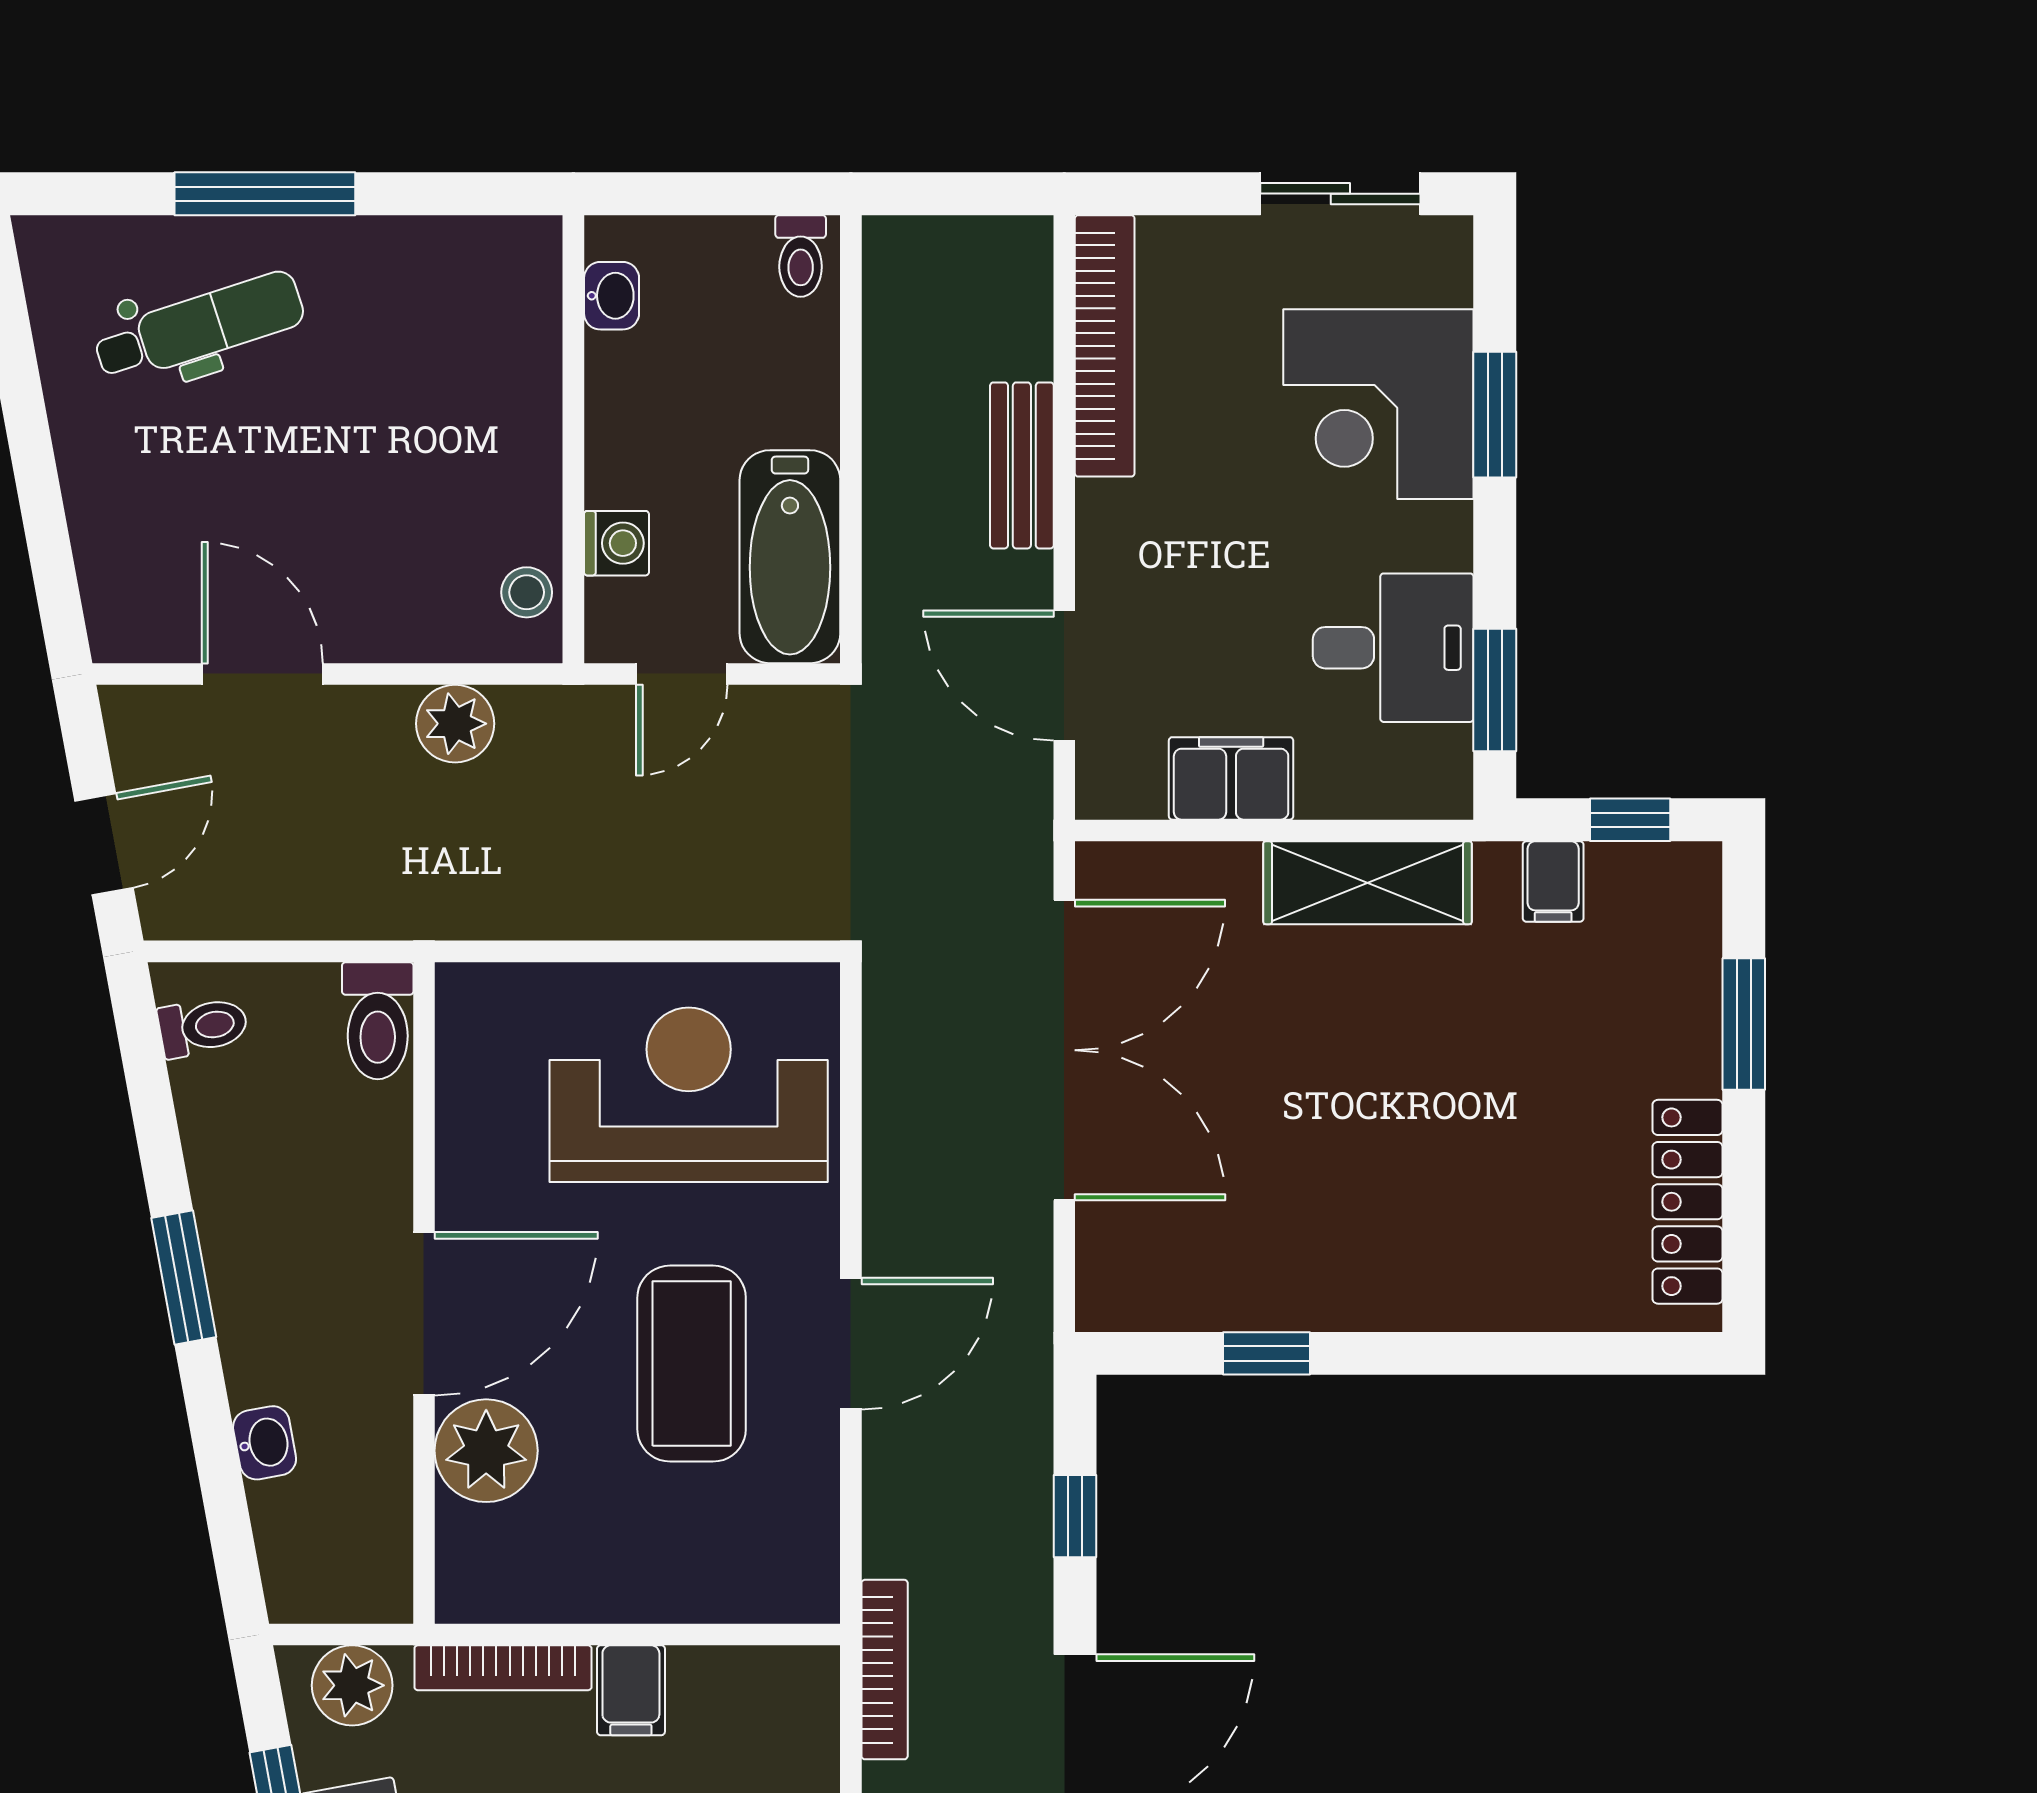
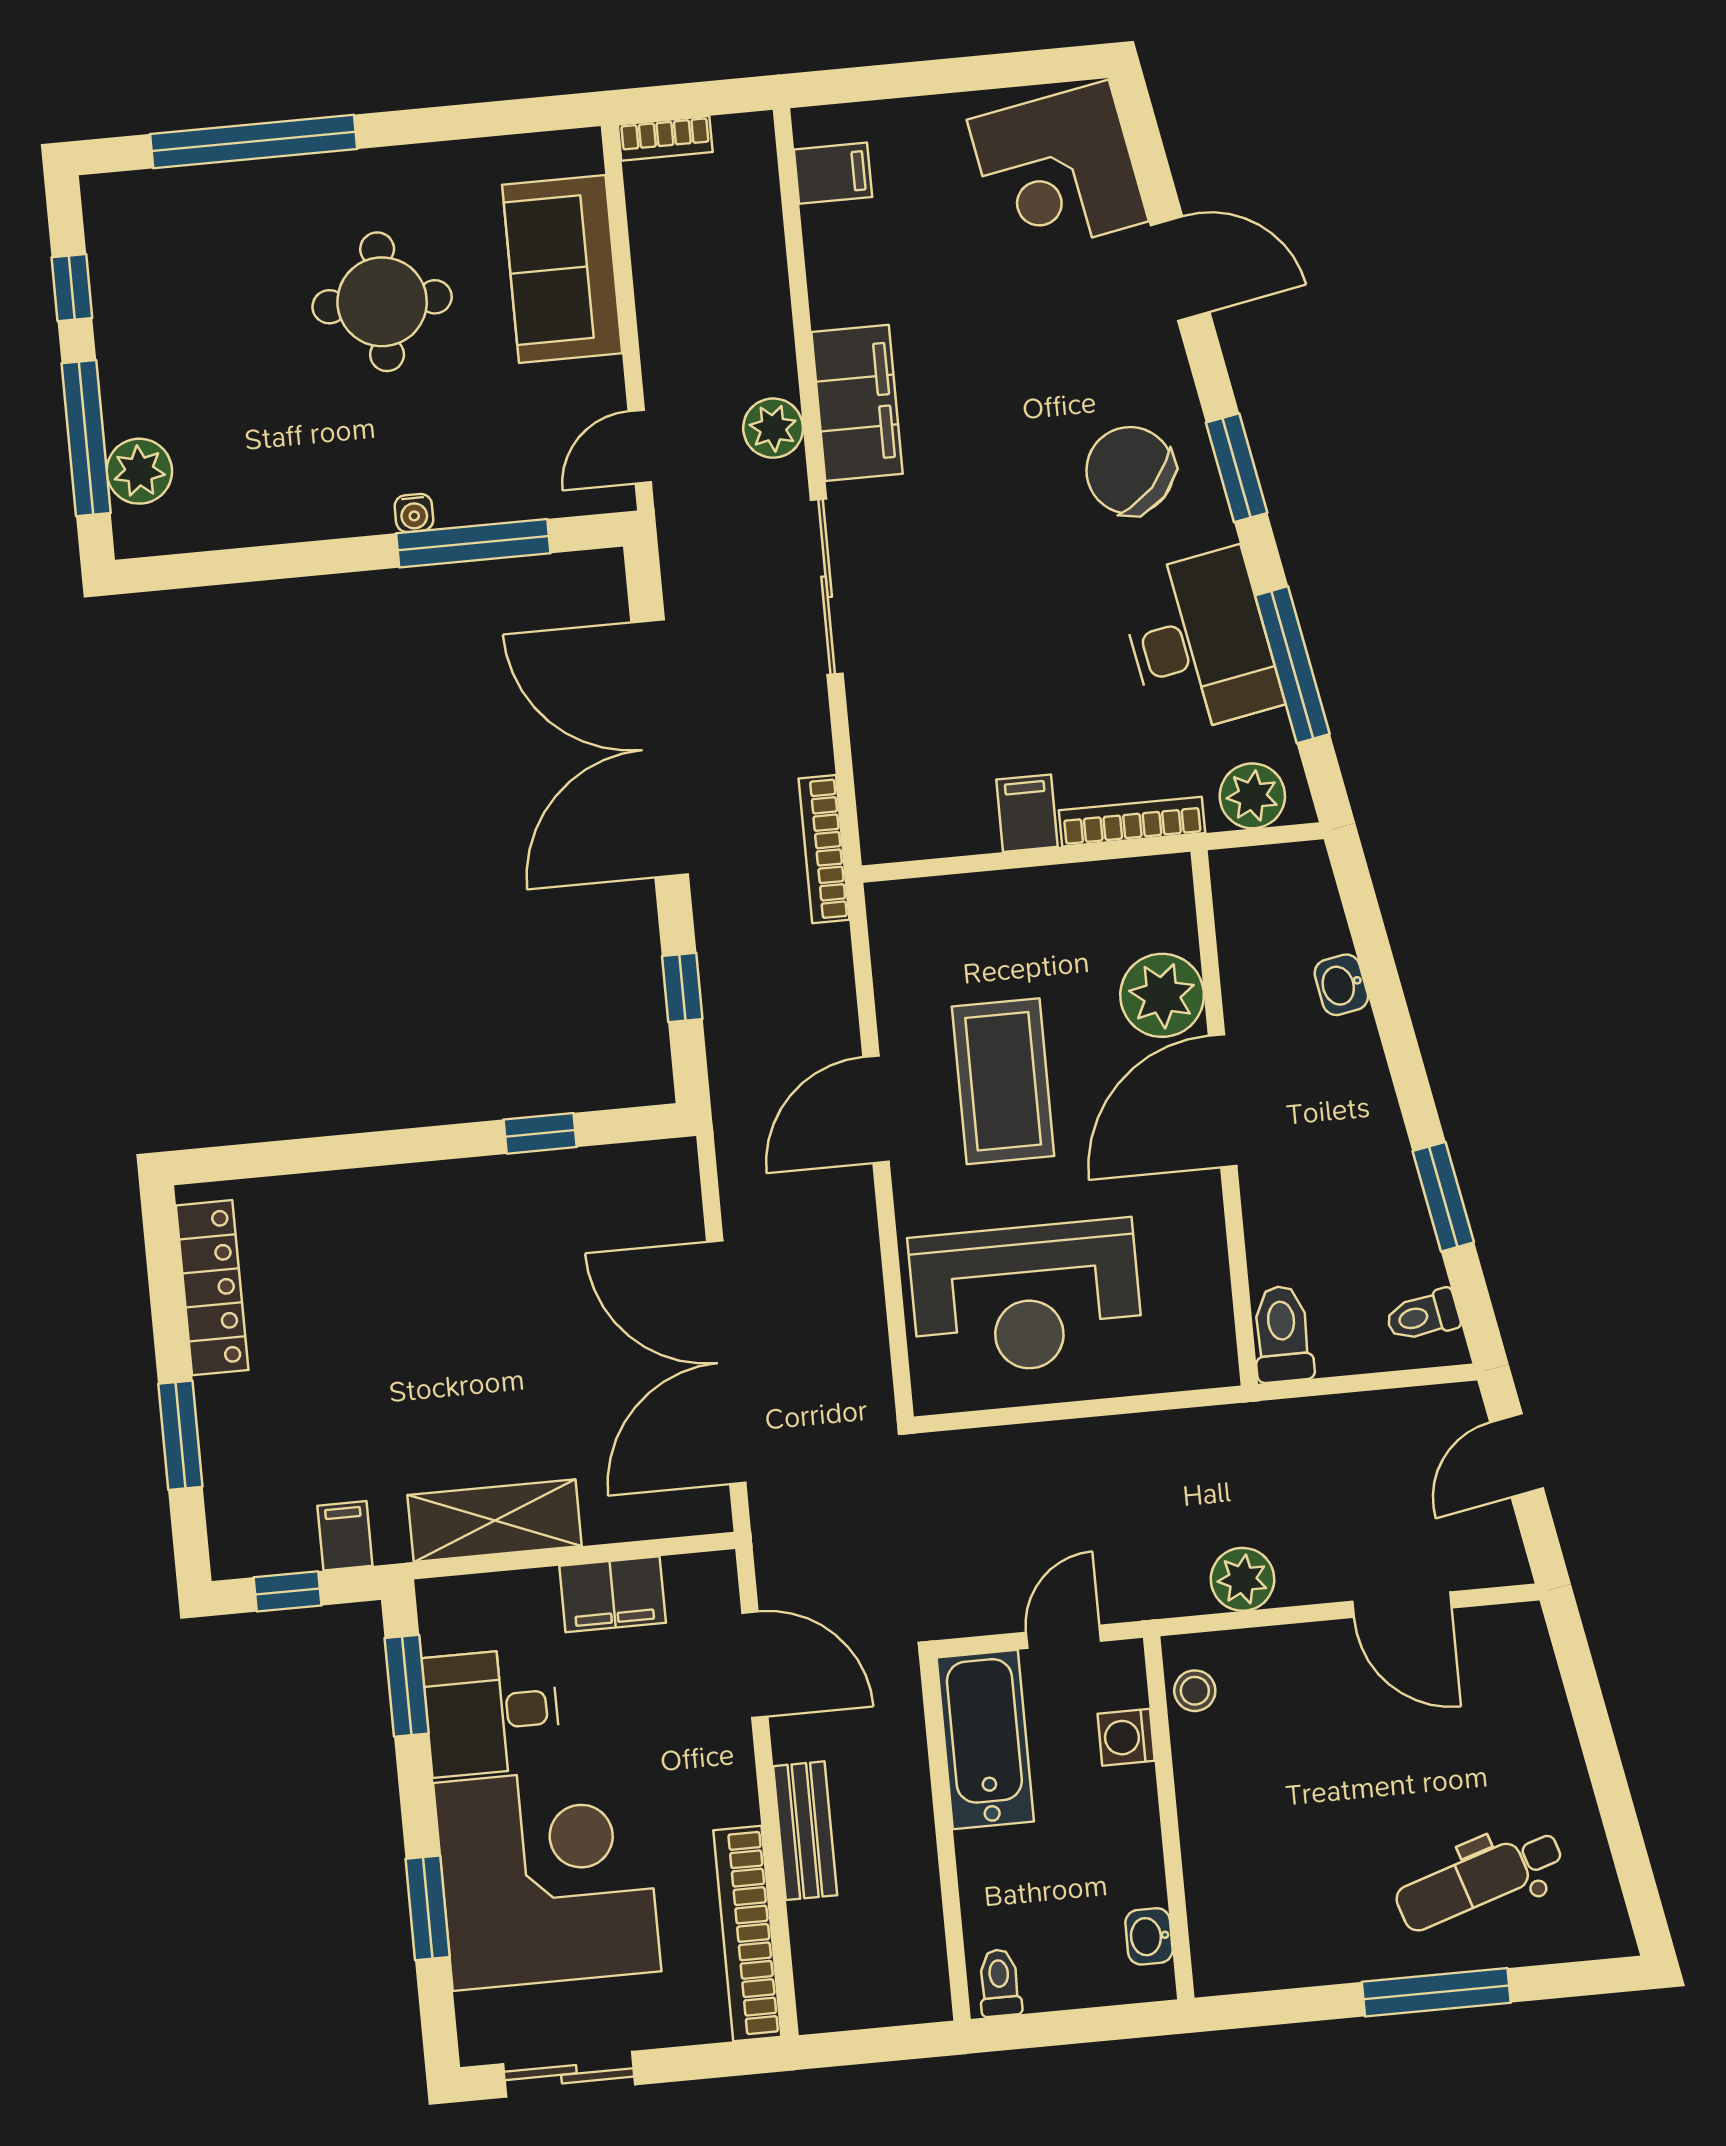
corner desk: (1378, 404) -> (547, 1877), width x1.36, depth x1.36
window: (184, 1277) -> (1443, 1197), moved

